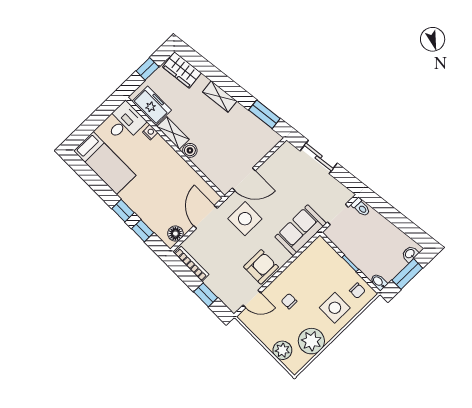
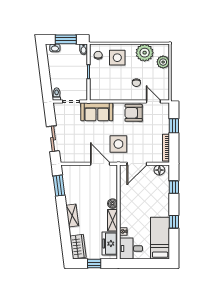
window: (123, 211) -> (174, 222), moved

